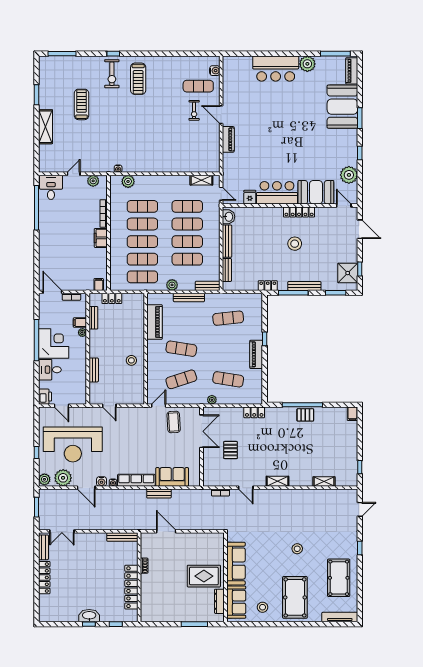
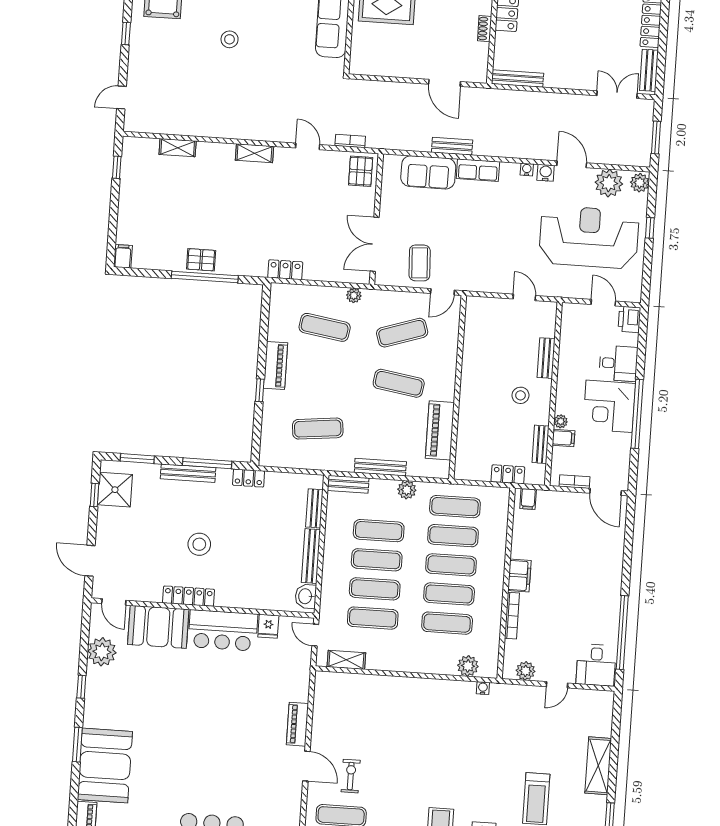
stool: (131, 360) -> (520, 395), moved
pallet: (231, 450) -> (361, 171), moved
row of seats: (136, 480) -> (478, 170), width x0.68

